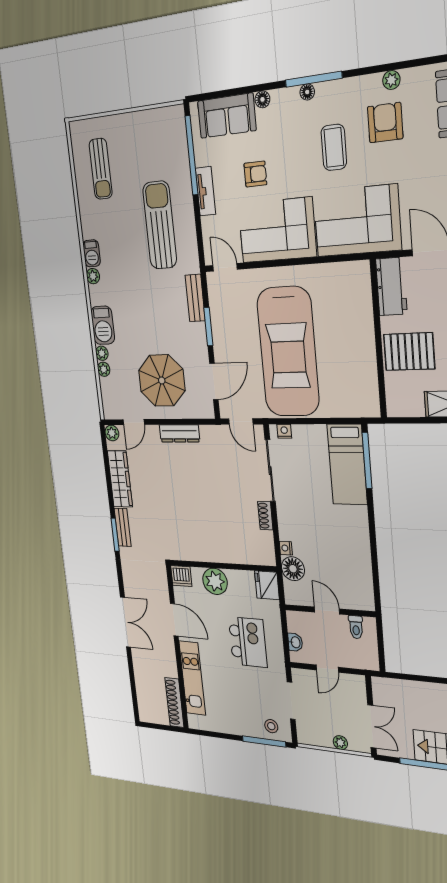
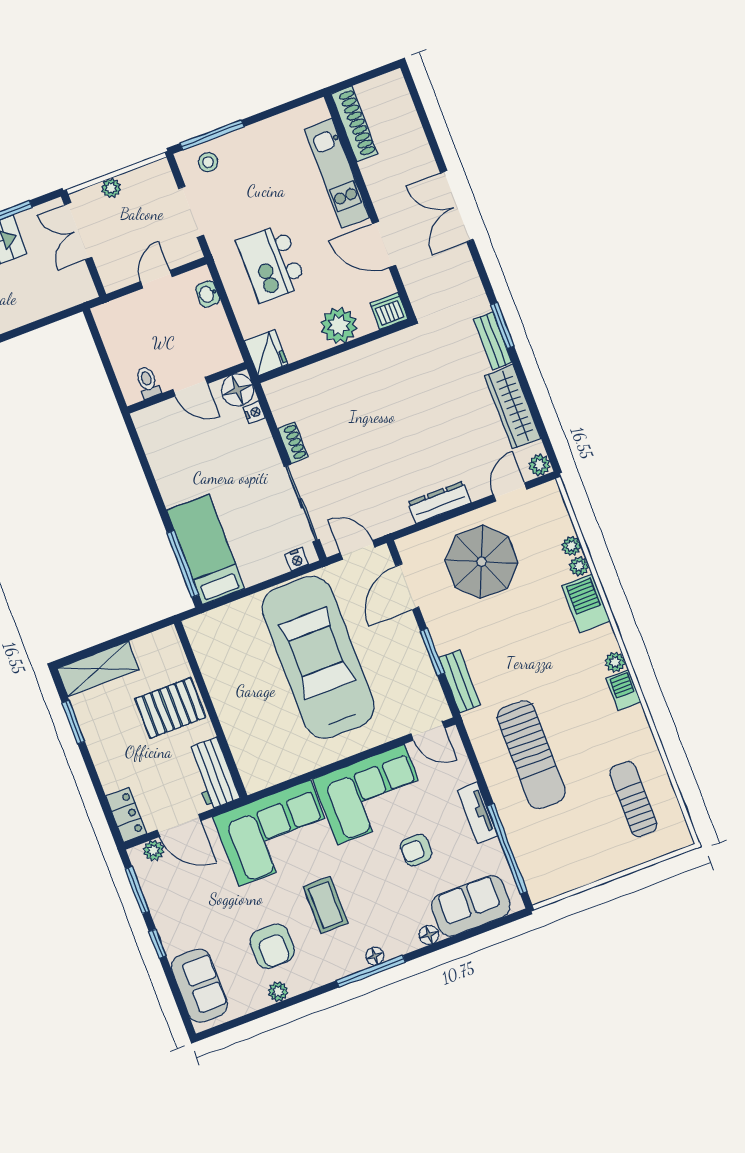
door: (327, 611) -> (190, 387), moved
wall: (330, 611) -> (187, 388), moved
toilet: (356, 627) -> (148, 382), moved

